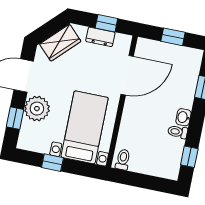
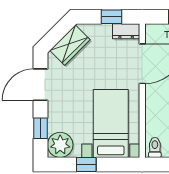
dresser: (100, 37) -> (126, 31), moved
plant: (37, 109) -> (60, 145), moved

